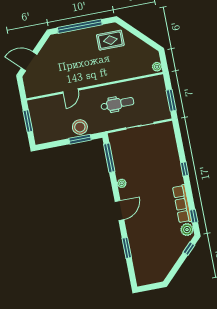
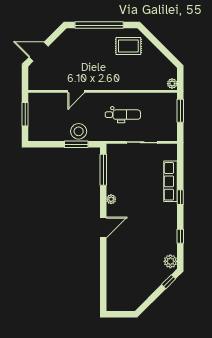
window: (171, 100) -> (180, 111), moved
row of seats: (182, 204) -> (171, 181), moved
window: (194, 216) -> (180, 236), moved
window: (127, 248) -> (103, 268), removed

